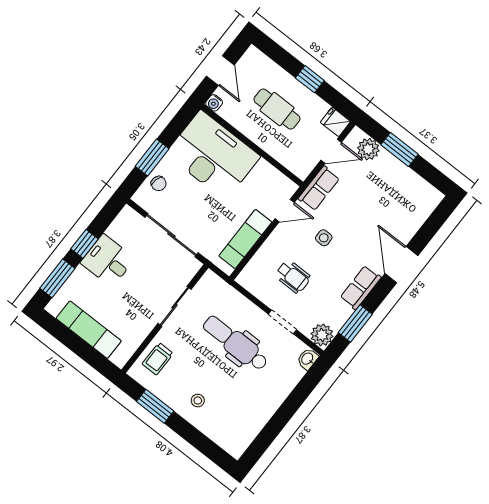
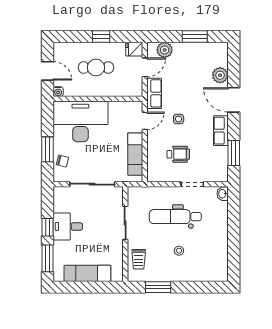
window: (399, 149) -> (195, 36), moved
plant: (322, 335) -> (220, 75), moved
stool: (198, 401) -> (179, 251), moved

